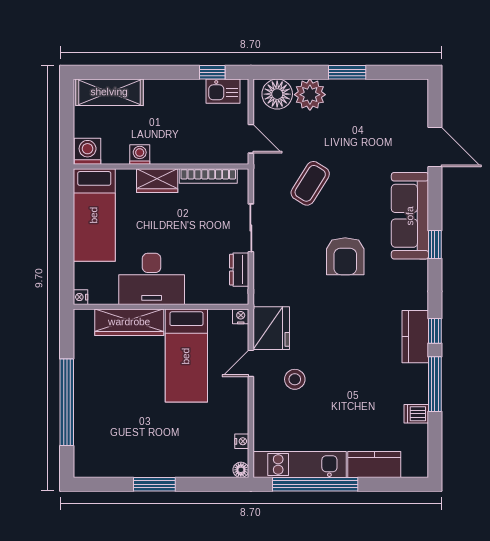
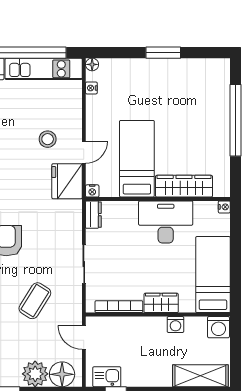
dresser: (239, 270) -> (93, 215), moved

